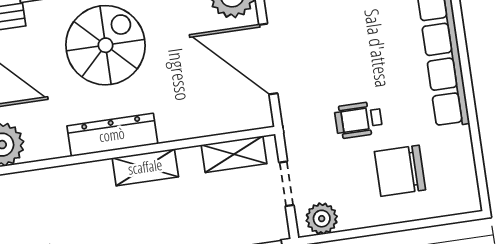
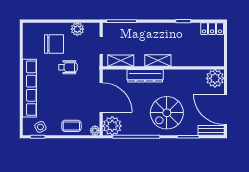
dresser: (112, 135) -> (145, 76), moved
plant: (322, 219) -> (77, 29), moved

